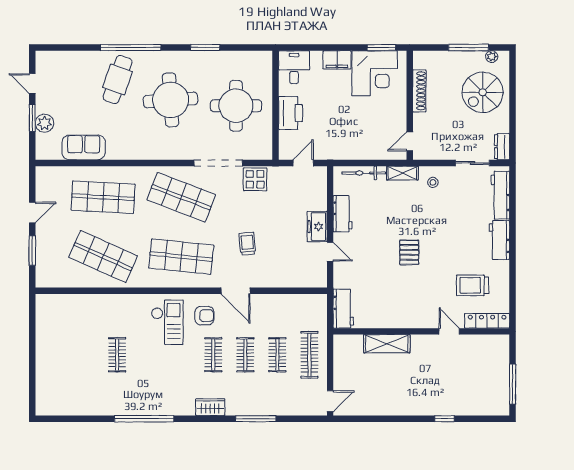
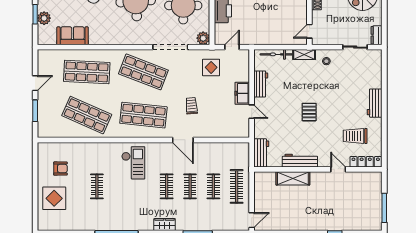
plant: (263, 151) -> (203, 38), added
display table: (255, 179) -> (211, 67), moved
workbench: (500, 195) -> (300, 161), moved, turned 90
armchair: (204, 316) -> (60, 169), moved
display table: (58, 371) -> (54, 198), added

